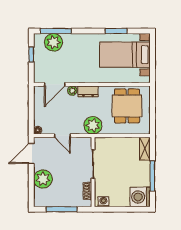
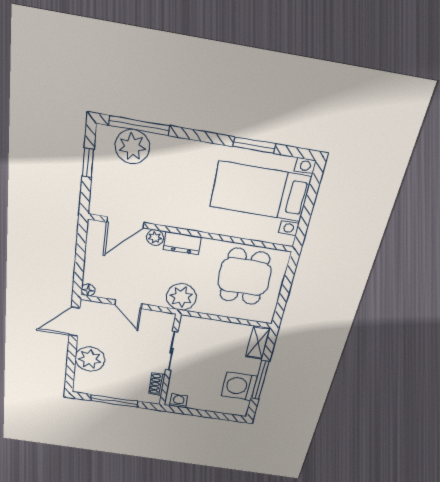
washing machine: (140, 197) -> (239, 386), moved

